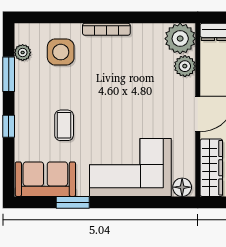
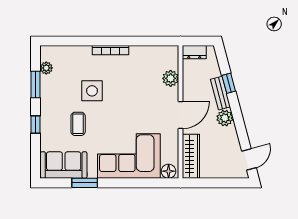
plant: (180, 39) -> (167, 57), removed
side table: (61, 52) -> (92, 91), moved

